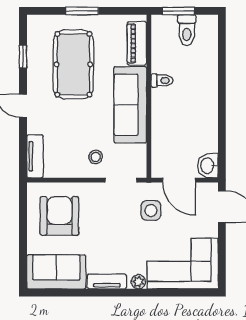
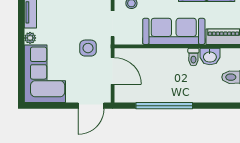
window: (222, 116) -> (164, 106), added
washbasin: (208, 166) -> (210, 57), moved, turned 180
door: (179, 180) -> (113, 71), swing flipped

